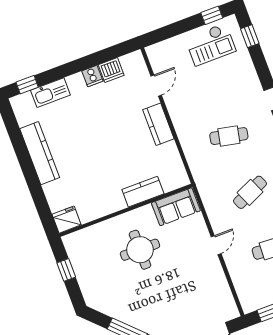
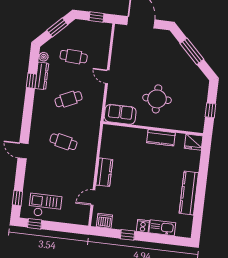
dishwasher: (111, 70) -> (104, 221), moved
cooker: (92, 76) -> (143, 226), moved
window: (27, 85) -> (128, 235), moved
kitchen counter: (143, 192) -> (161, 138), moved
door: (216, 245) -> (107, 77), hinge flipped

